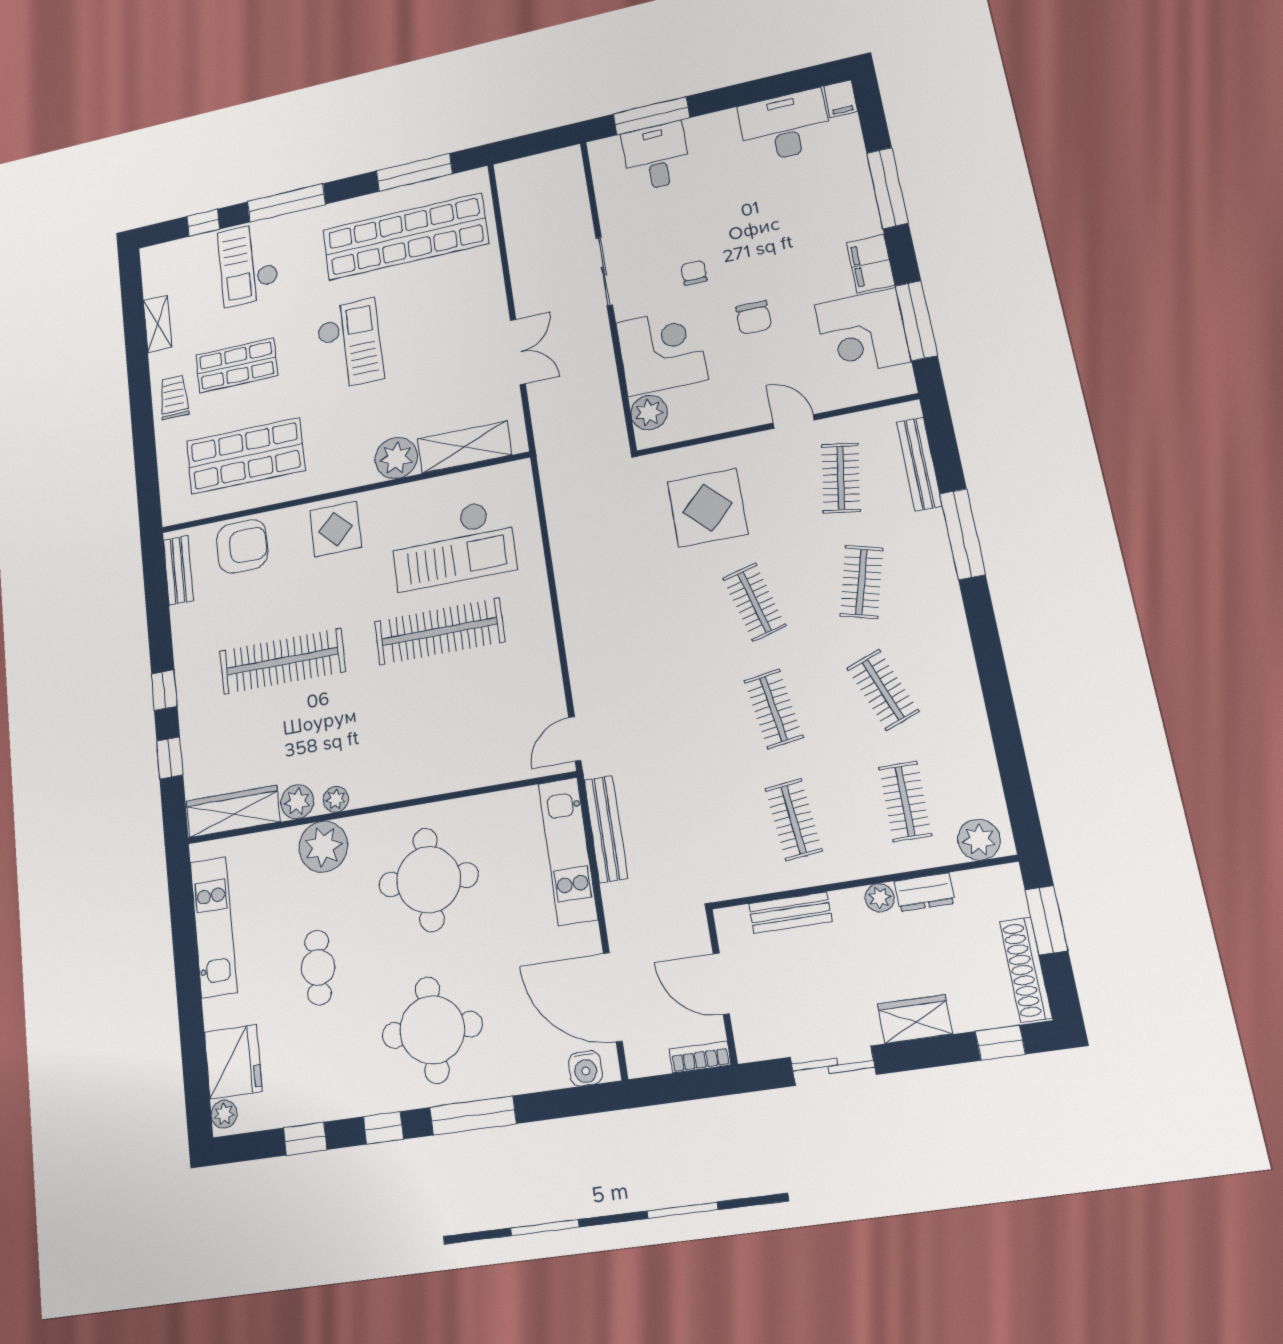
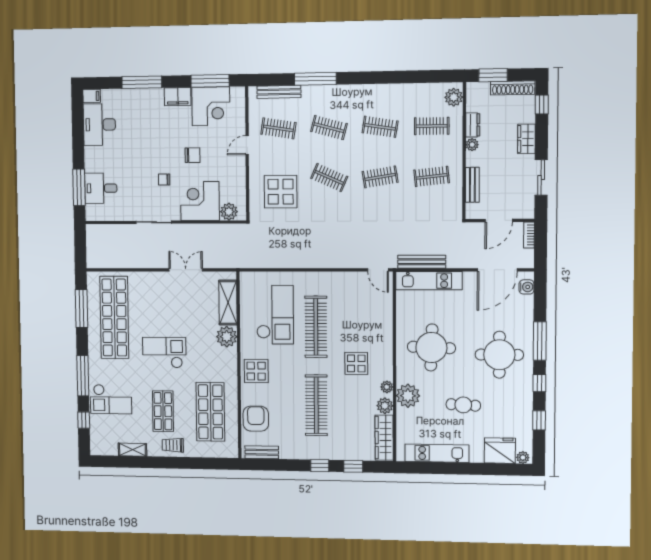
clothes rail: (754, 602) -> (329, 177), turned 39
clothes rail: (883, 690) -> (380, 127), turned 30
display table: (376, 728) -> (356, 363), added

